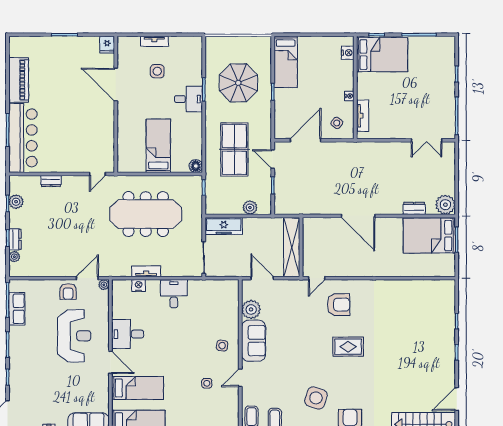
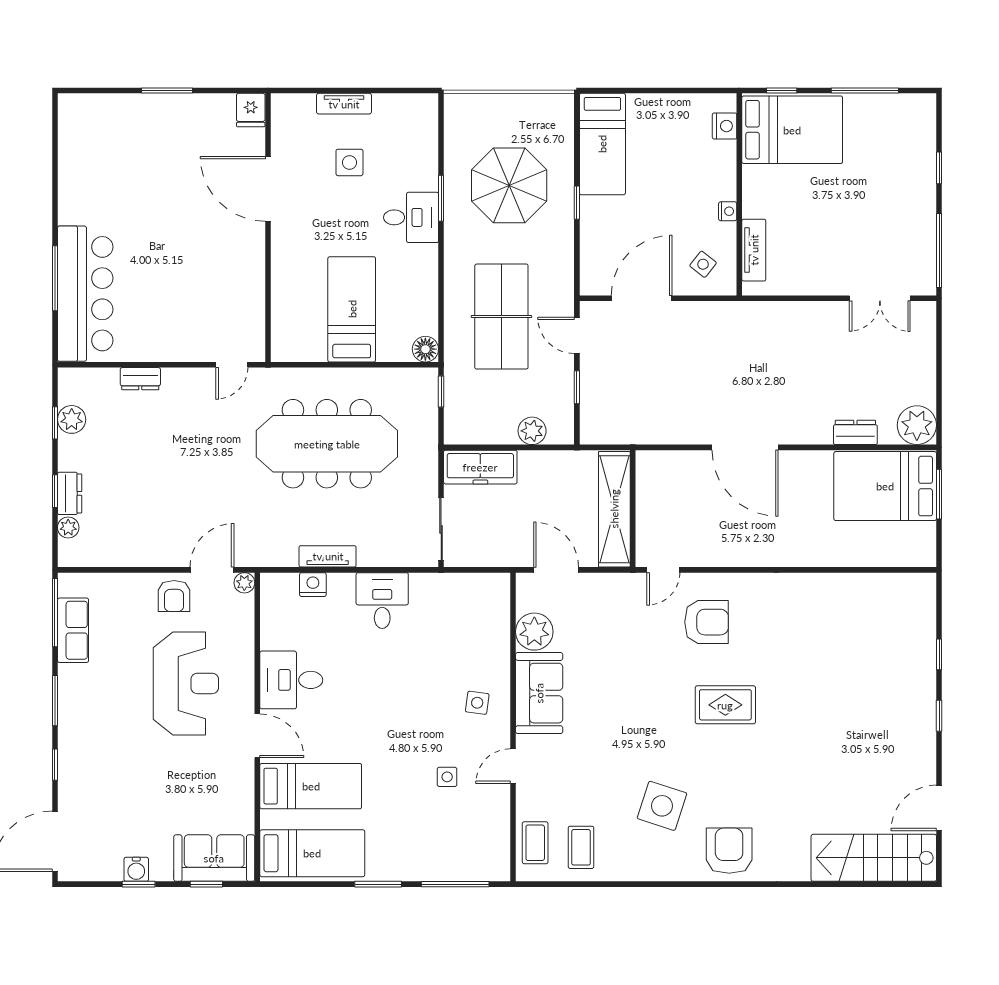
piano: (19, 80) -> (77, 180), removed

